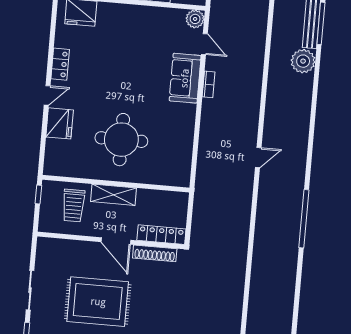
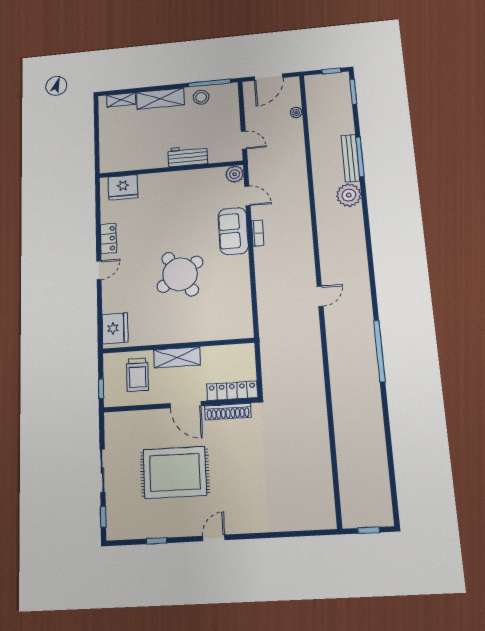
fridge: (60, 123) -> (115, 328), moved
round table: (121, 140) -> (180, 274), moved, turned -33
window: (38, 195) -> (101, 389), moved

